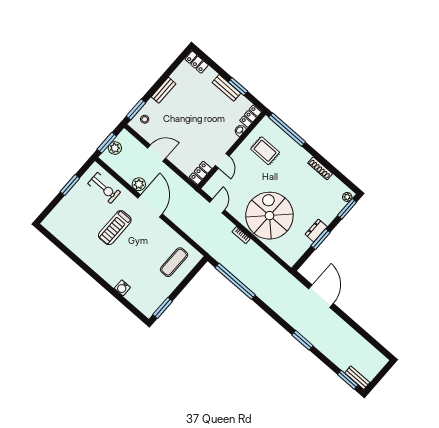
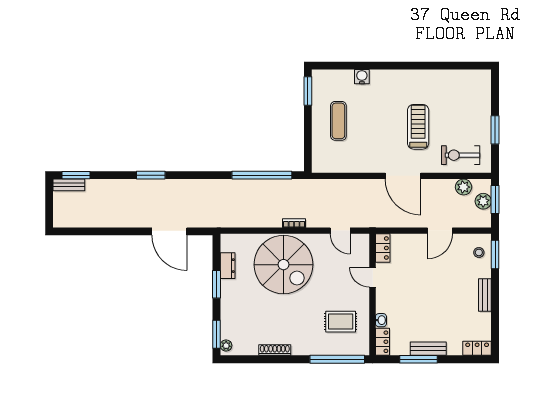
window: (238, 87) -> (418, 359), width x1.44
plant: (139, 184) -> (464, 187), moved
dresser: (316, 230) -> (228, 266), moved
exercise mat: (174, 262) -> (338, 121), moved

